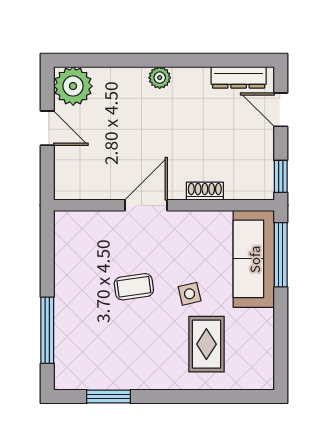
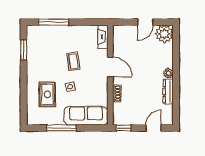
dresser: (239, 77) -> (168, 91), moved
fireplace: (80, 221) -> (103, 37), added
window: (281, 255) -> (61, 128), moved
rug: (206, 344) -> (47, 94), turned 90

